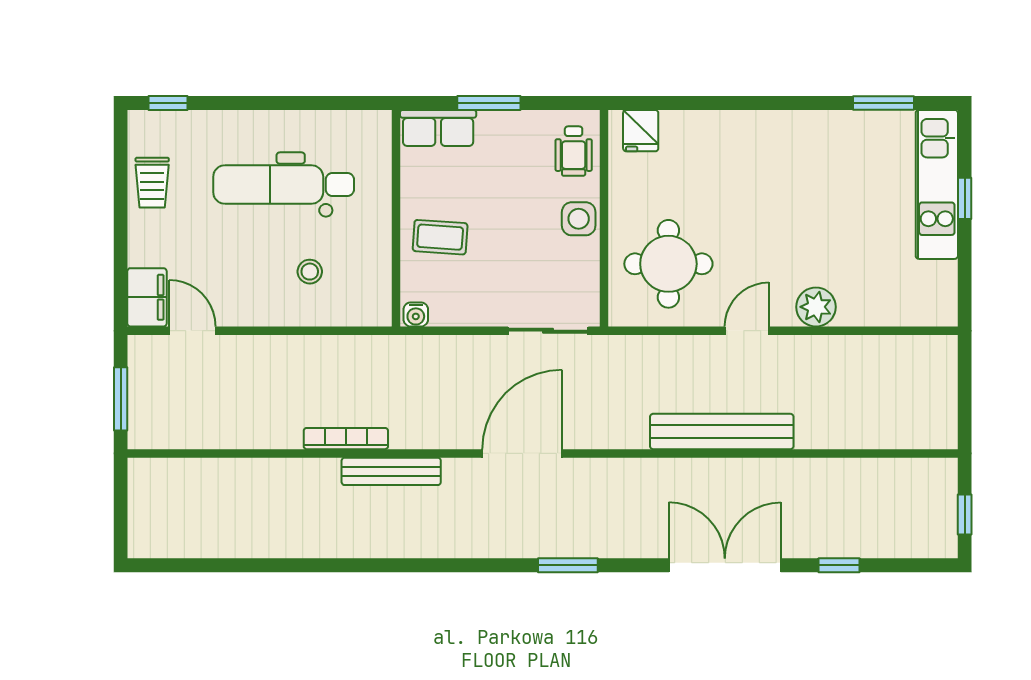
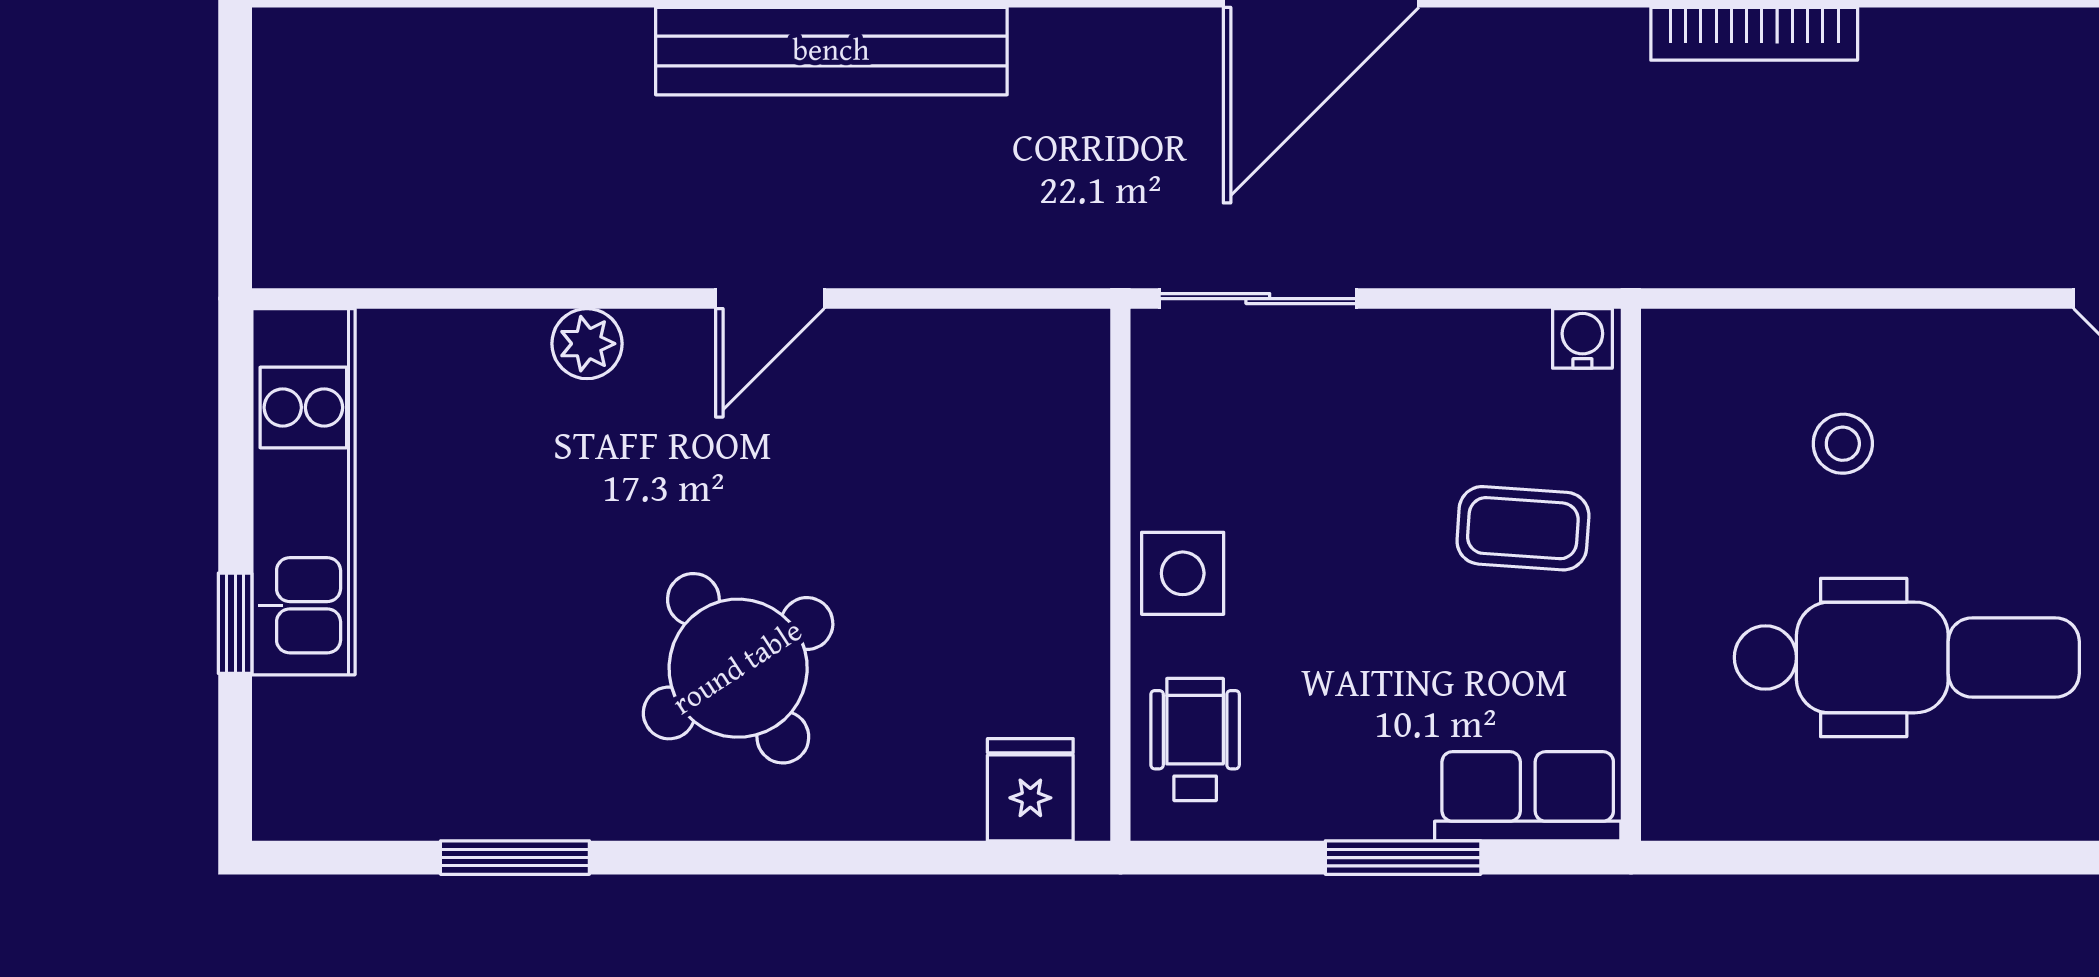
window: (883, 103) -> (515, 858), moved
kitchen unit: (937, 184) -> (303, 492), moved
round table: (668, 264) -> (738, 668), moved, turned -33
plant: (816, 307) -> (587, 344), width x0.73, depth x0.73

